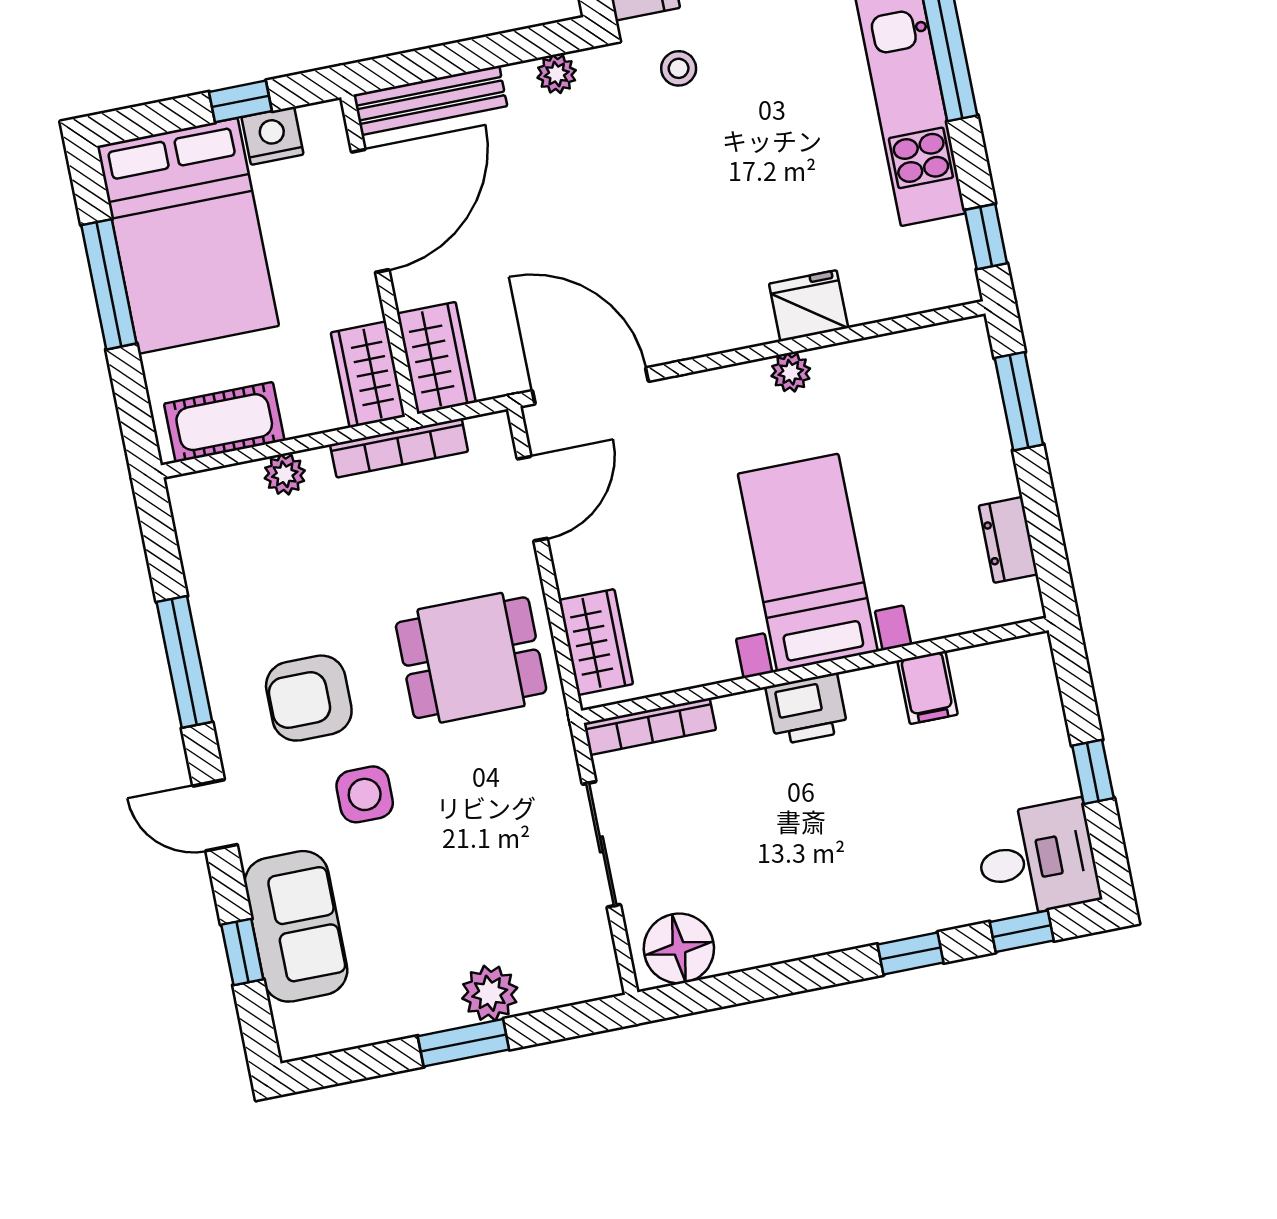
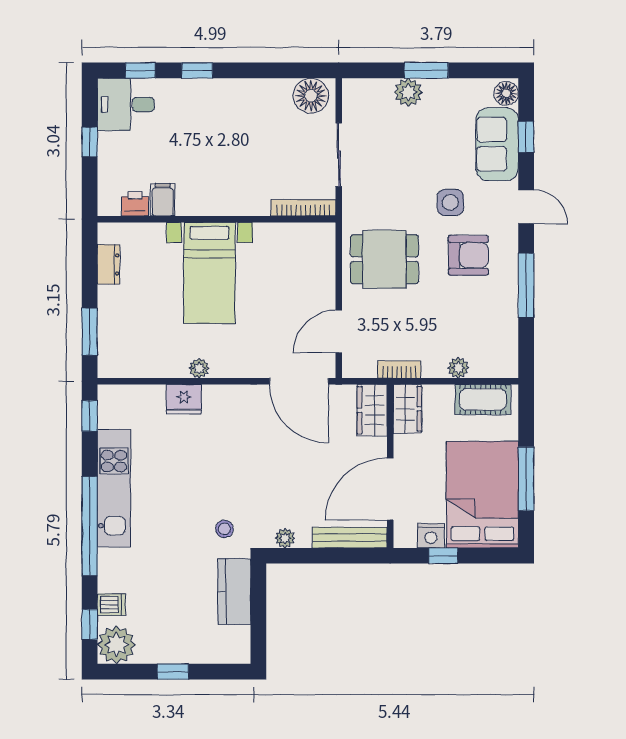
bookcase: (399, 448) -> (399, 370), width x0.64
wardrobe: (596, 642) -> (321, 255), removed
printer: (807, 709) -> (135, 204), moved, width x0.73, depth x0.81
floor lamp: (298, 1029) -> (506, 93), added

